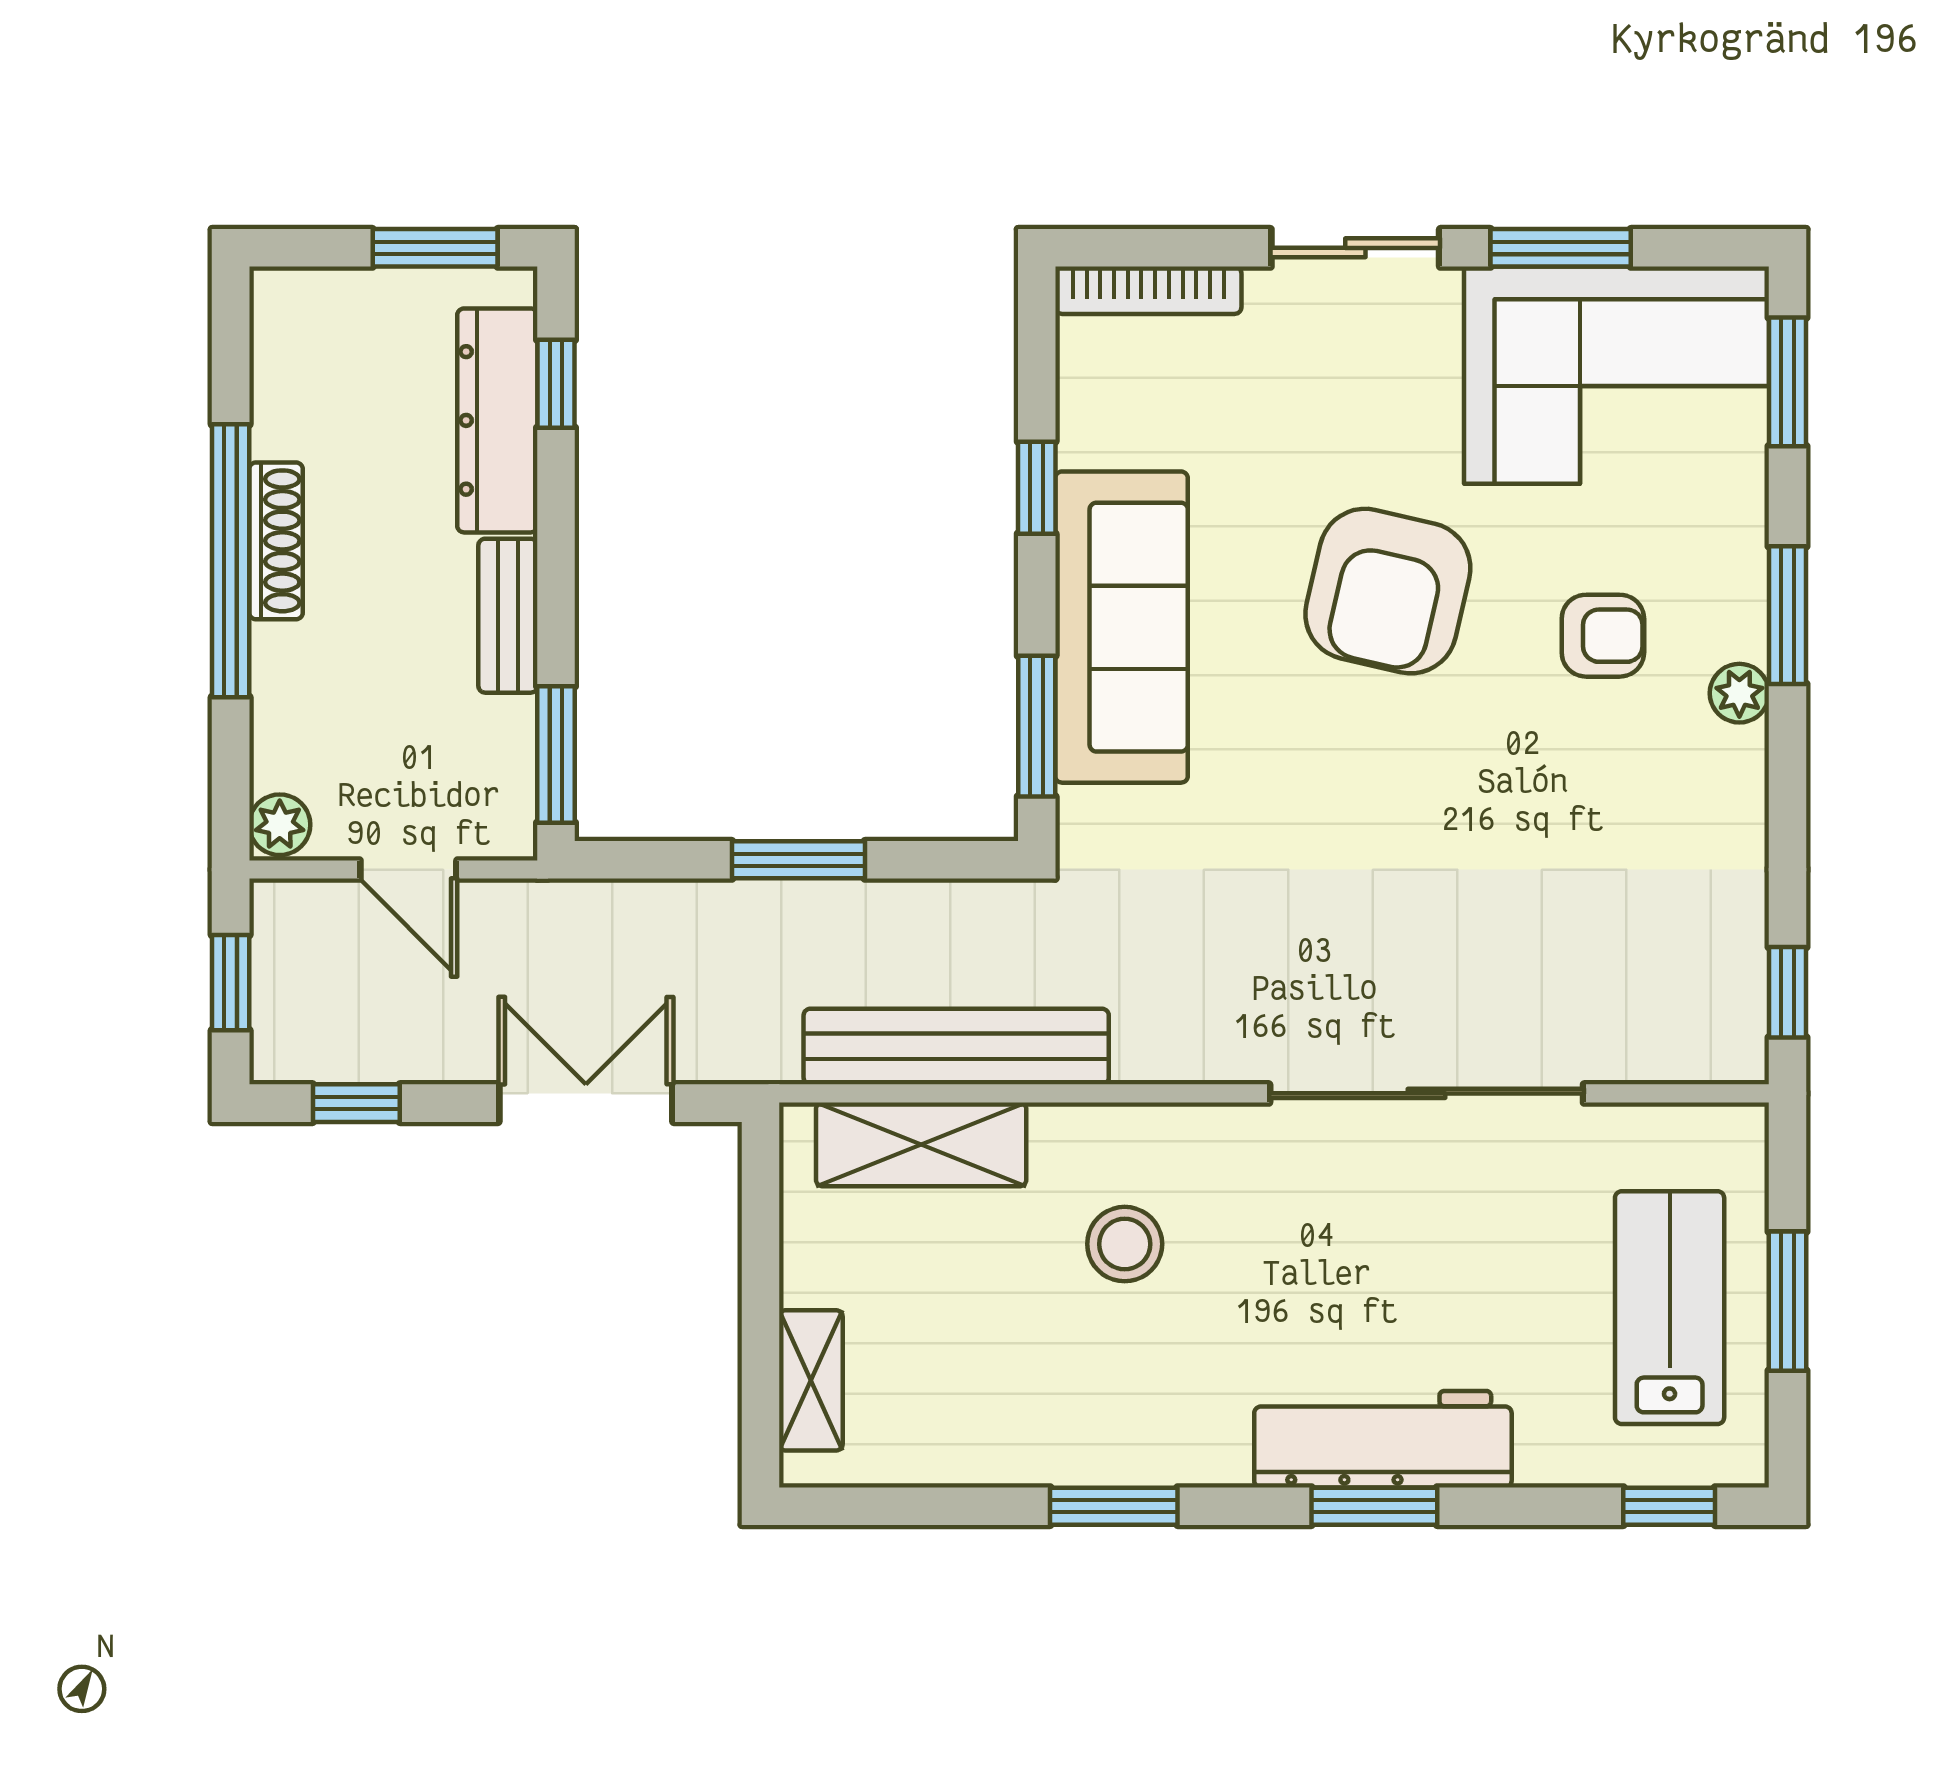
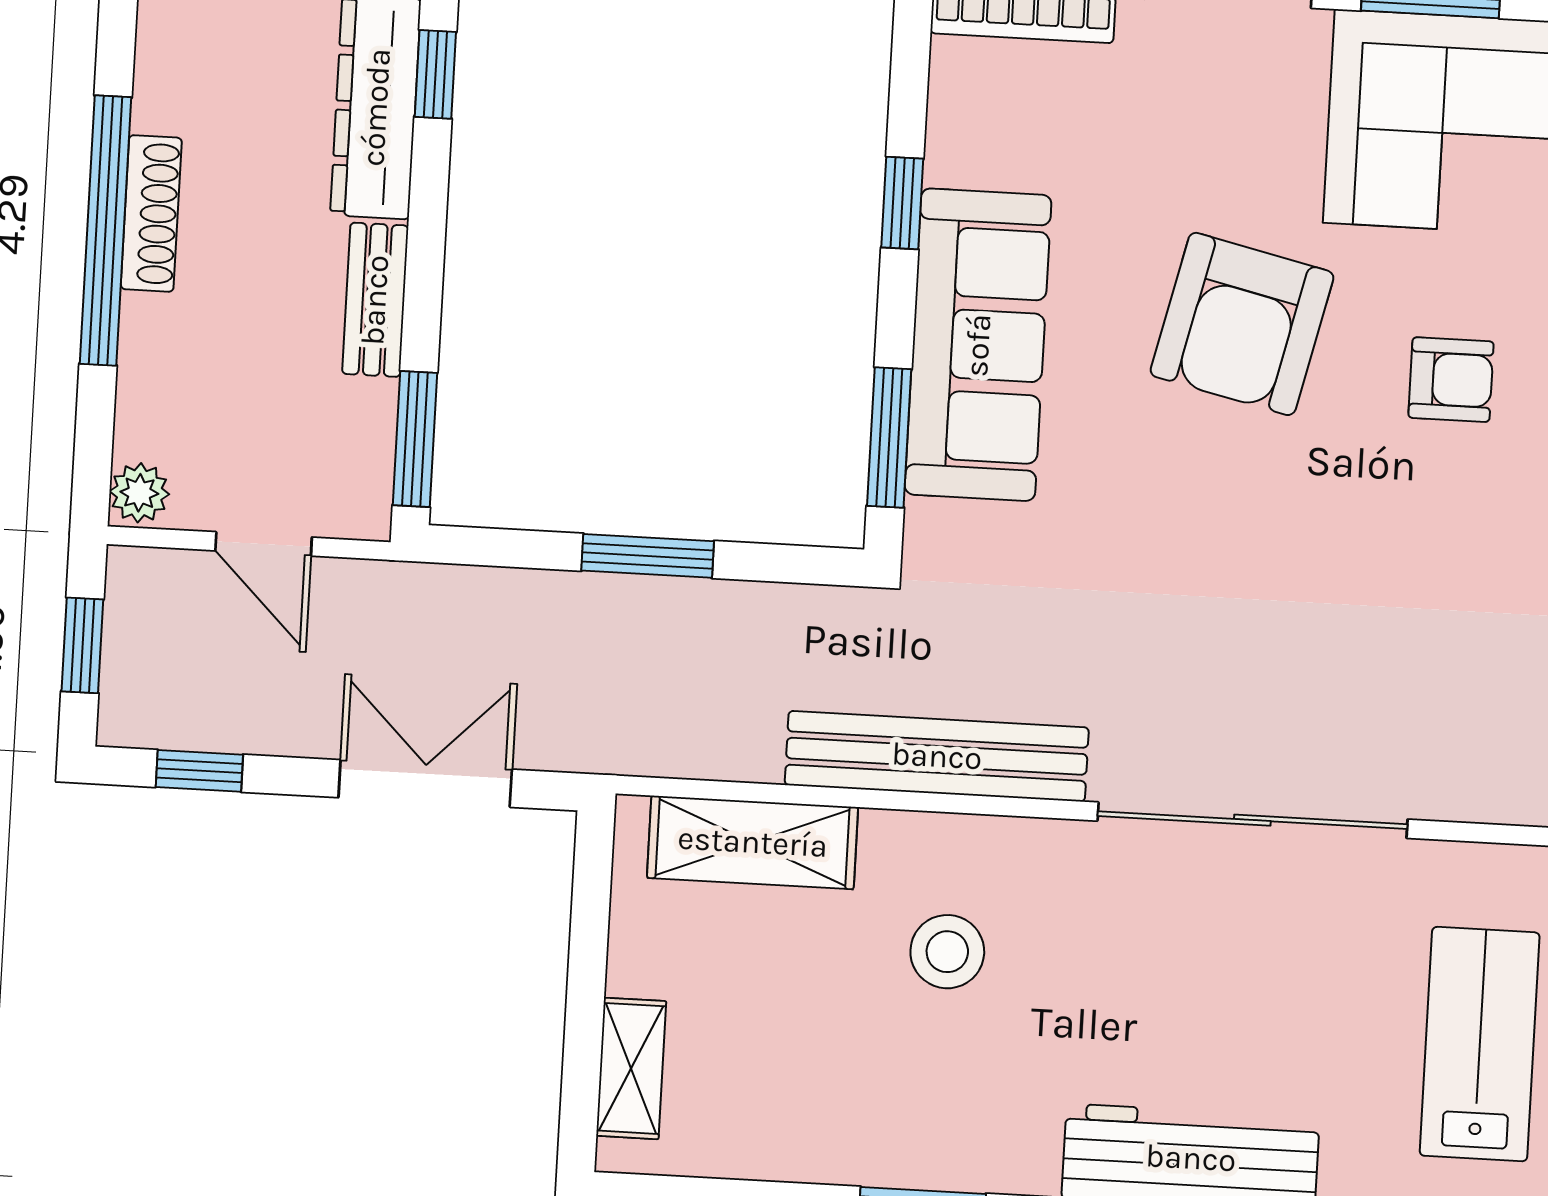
bench: (956, 1047) -> (937, 756), moved

